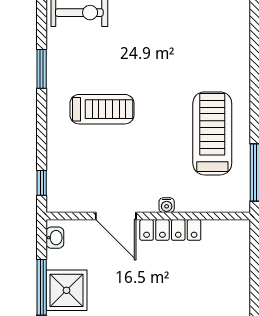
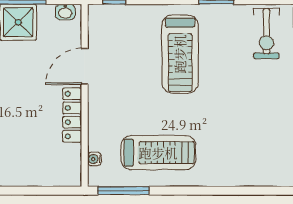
treadmill: (102, 109) -> (180, 54), width x1.37, depth x1.38
water cooler: (167, 205) -> (94, 159), moved

